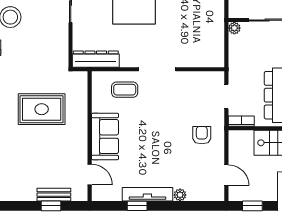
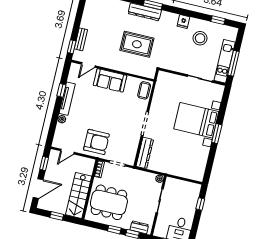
dresser: (96, 59) -> (145, 153), moved
coffee table: (125, 90) -> (144, 90), moved
rug: (42, 109) -> (137, 44), turned 90
armchair: (202, 135) -> (96, 142), width x1.88, depth x1.88
window: (51, 206) -> (72, 47), moved

